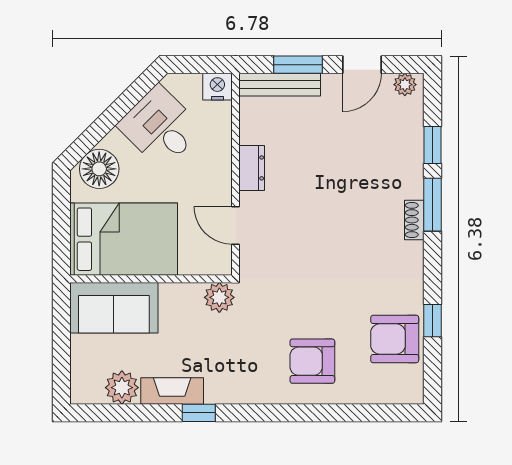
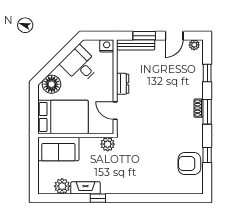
window: (433, 205) -> (207, 112), moved
armchair: (312, 361) -> (151, 174), removed

